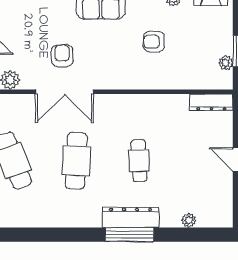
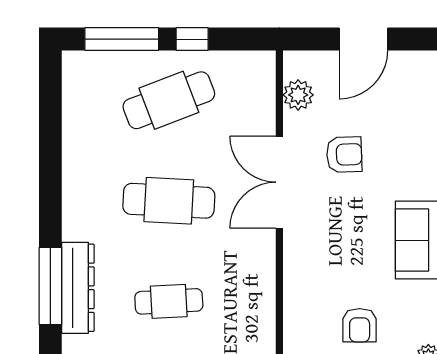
armchair: (154, 42) -> (360, 325), turned 180
armchair: (62, 56) -> (344, 155), moved

